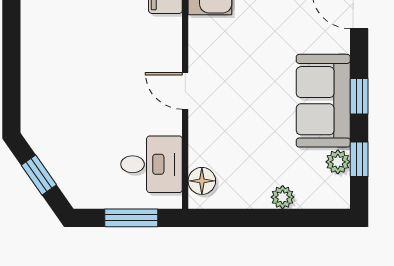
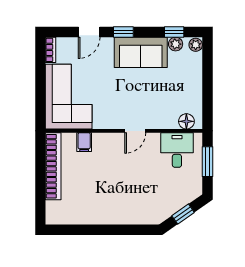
window: (359, 96) -> (123, 32), moved
plant: (283, 197) -> (196, 45), moved

